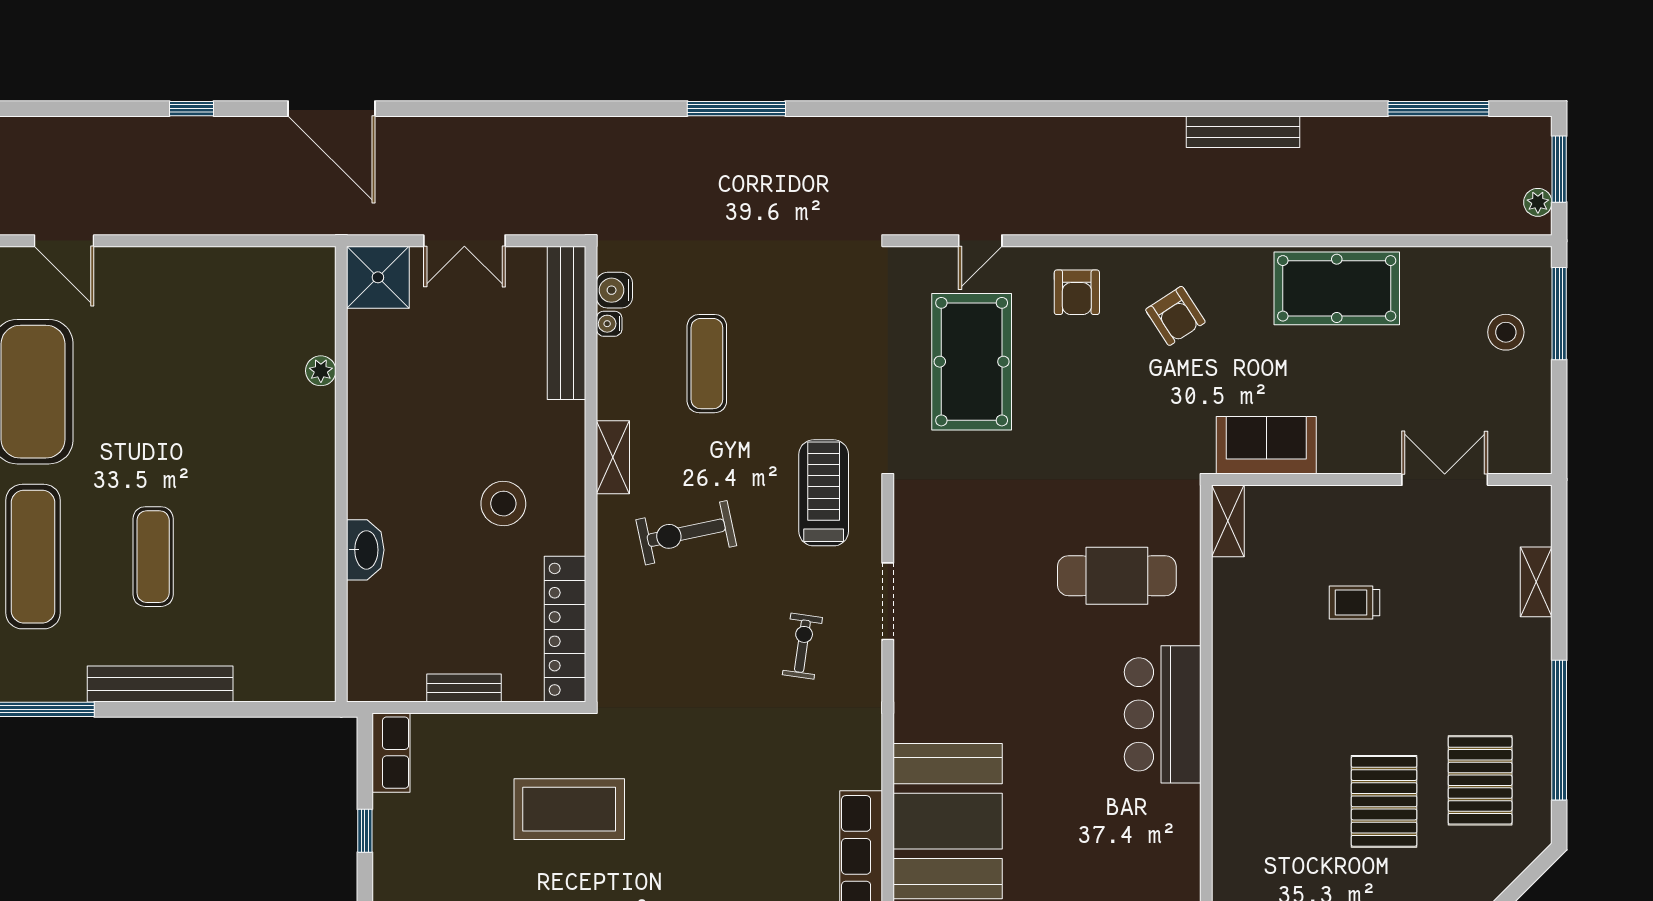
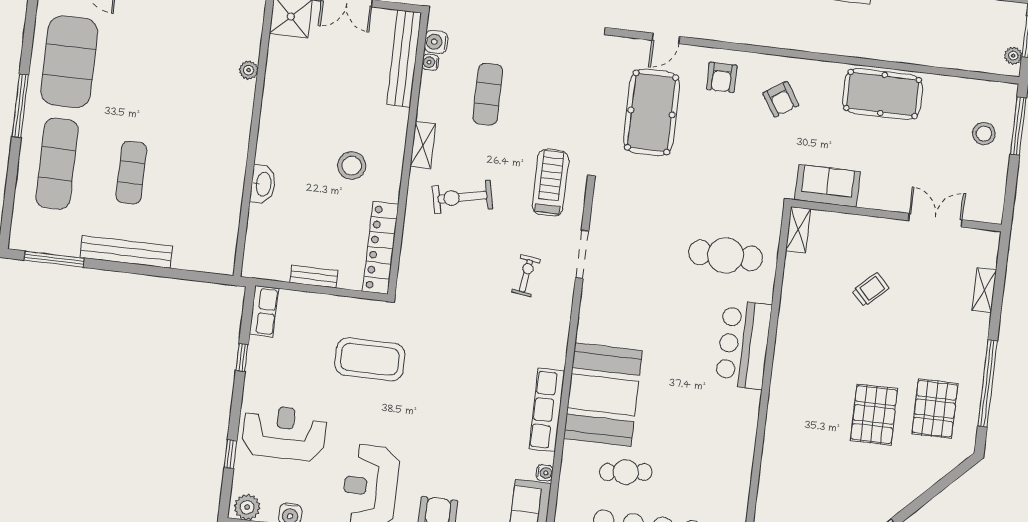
trolley: (1355, 603) -> (870, 290), turned 137

